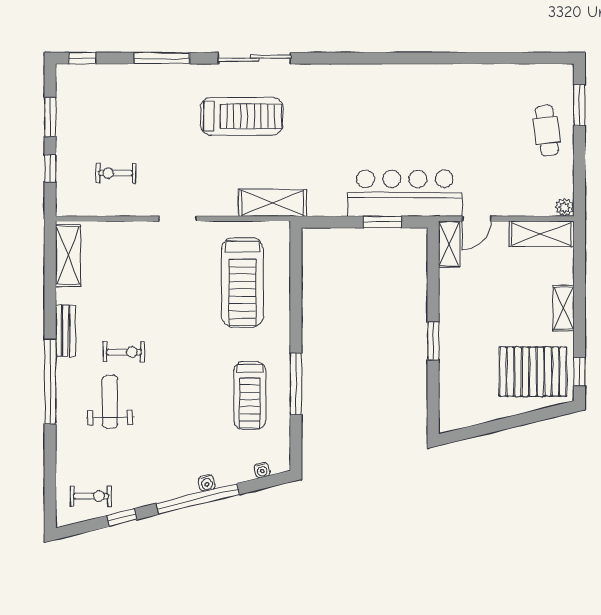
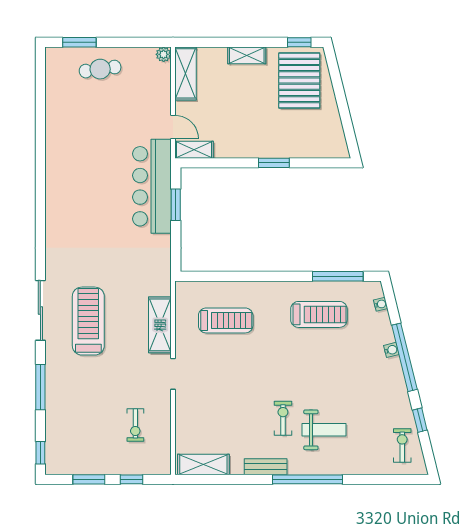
shelving: (272, 203) -> (160, 325), moved
treadmill: (242, 283) -> (226, 320), width x0.73, depth x0.73
window: (296, 384) -> (338, 276), moved
weight bench: (110, 402) -> (324, 430), turned 180

